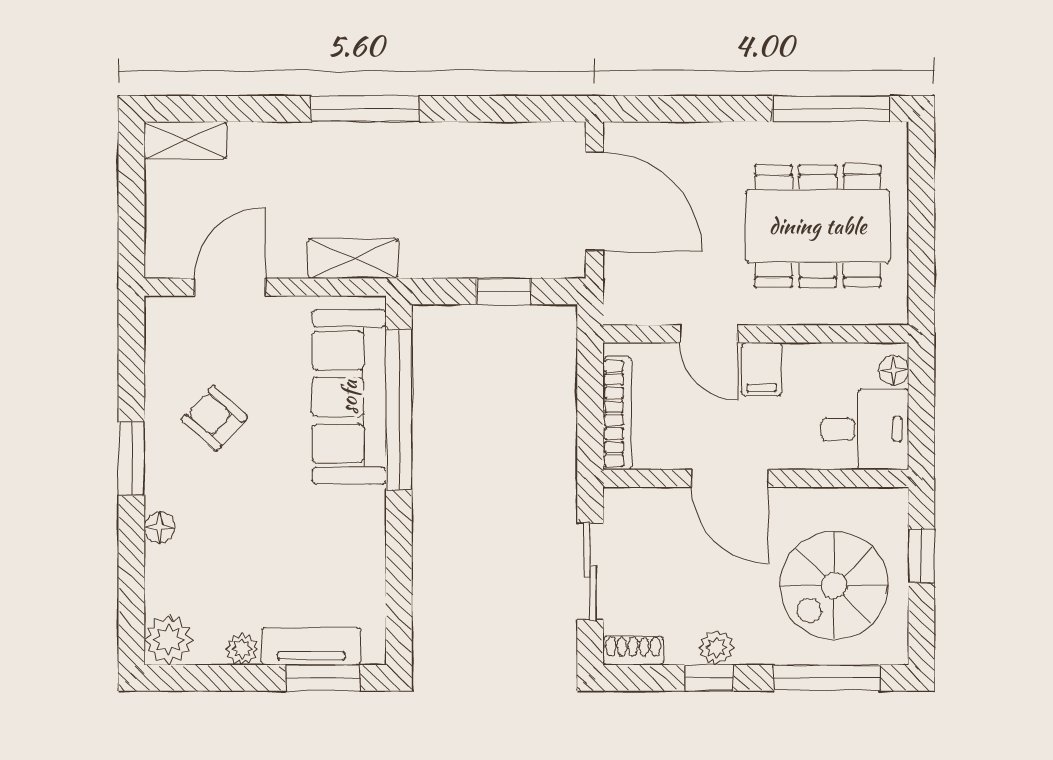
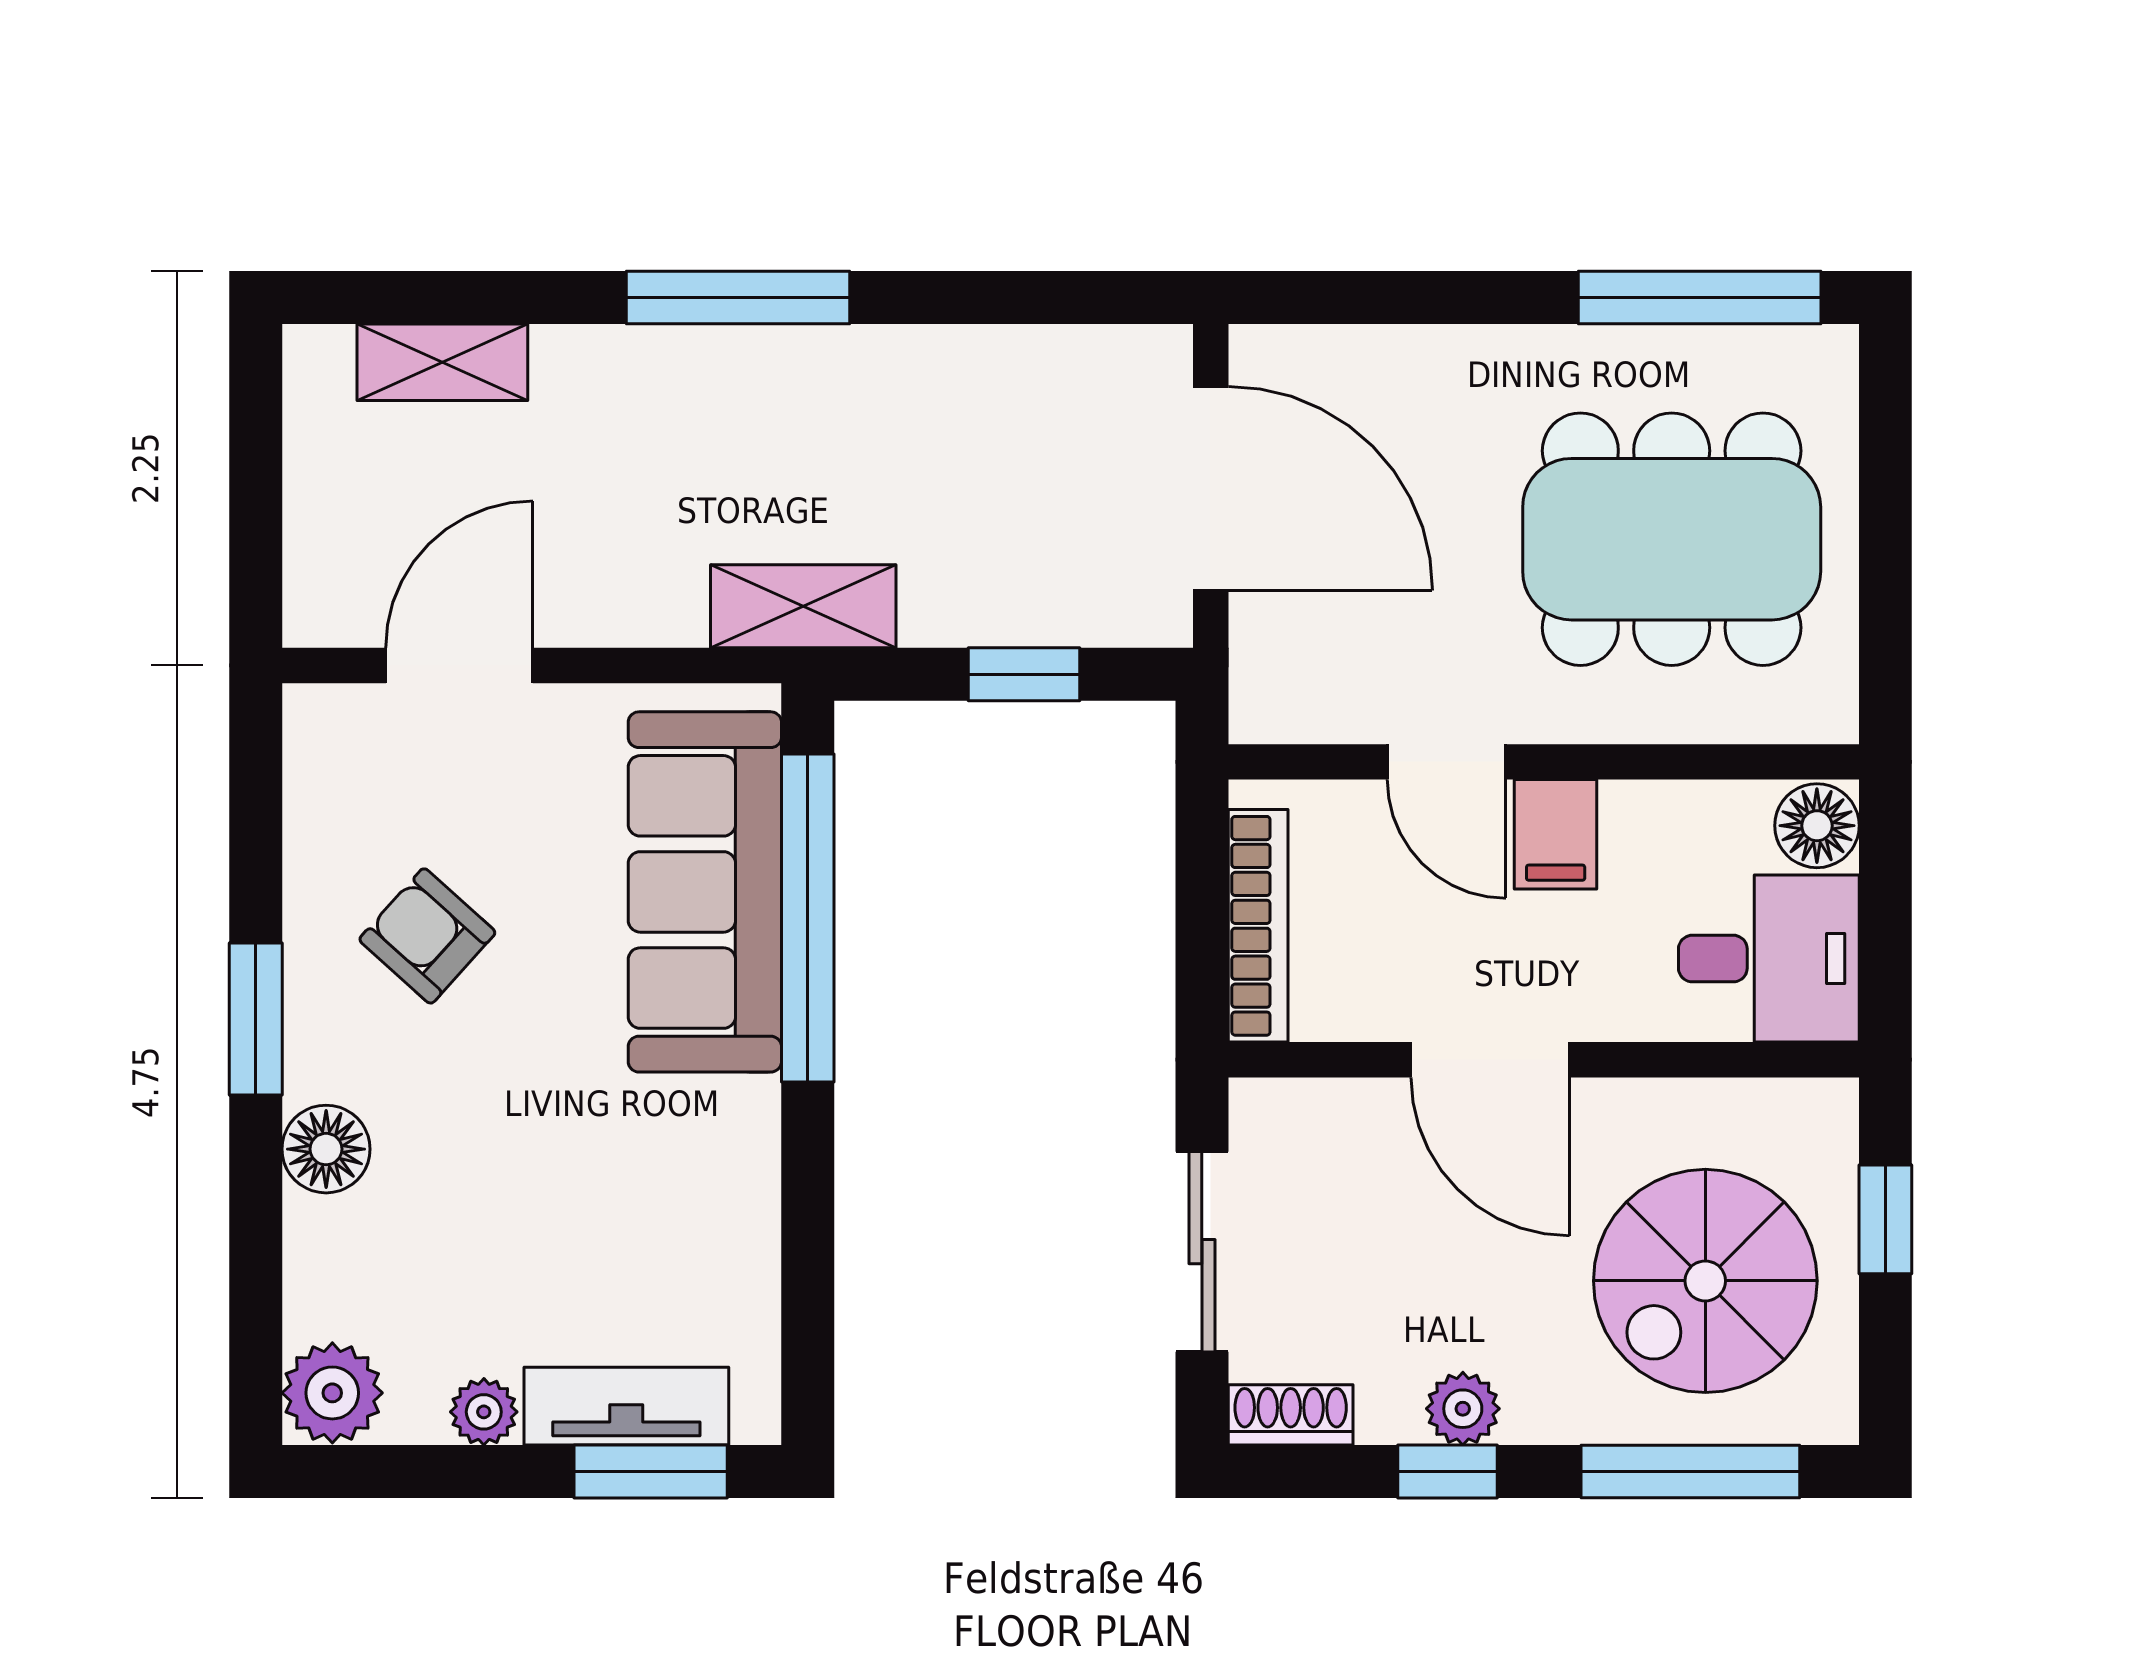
shelving: (185, 140) -> (442, 362), moved
shelving: (353, 259) -> (803, 606), moved
floor lamp: (894, 370) -> (1817, 826), width x1.37, depth x1.37
floor lamp: (160, 527) -> (326, 1149), width x1.37, depth x1.37

